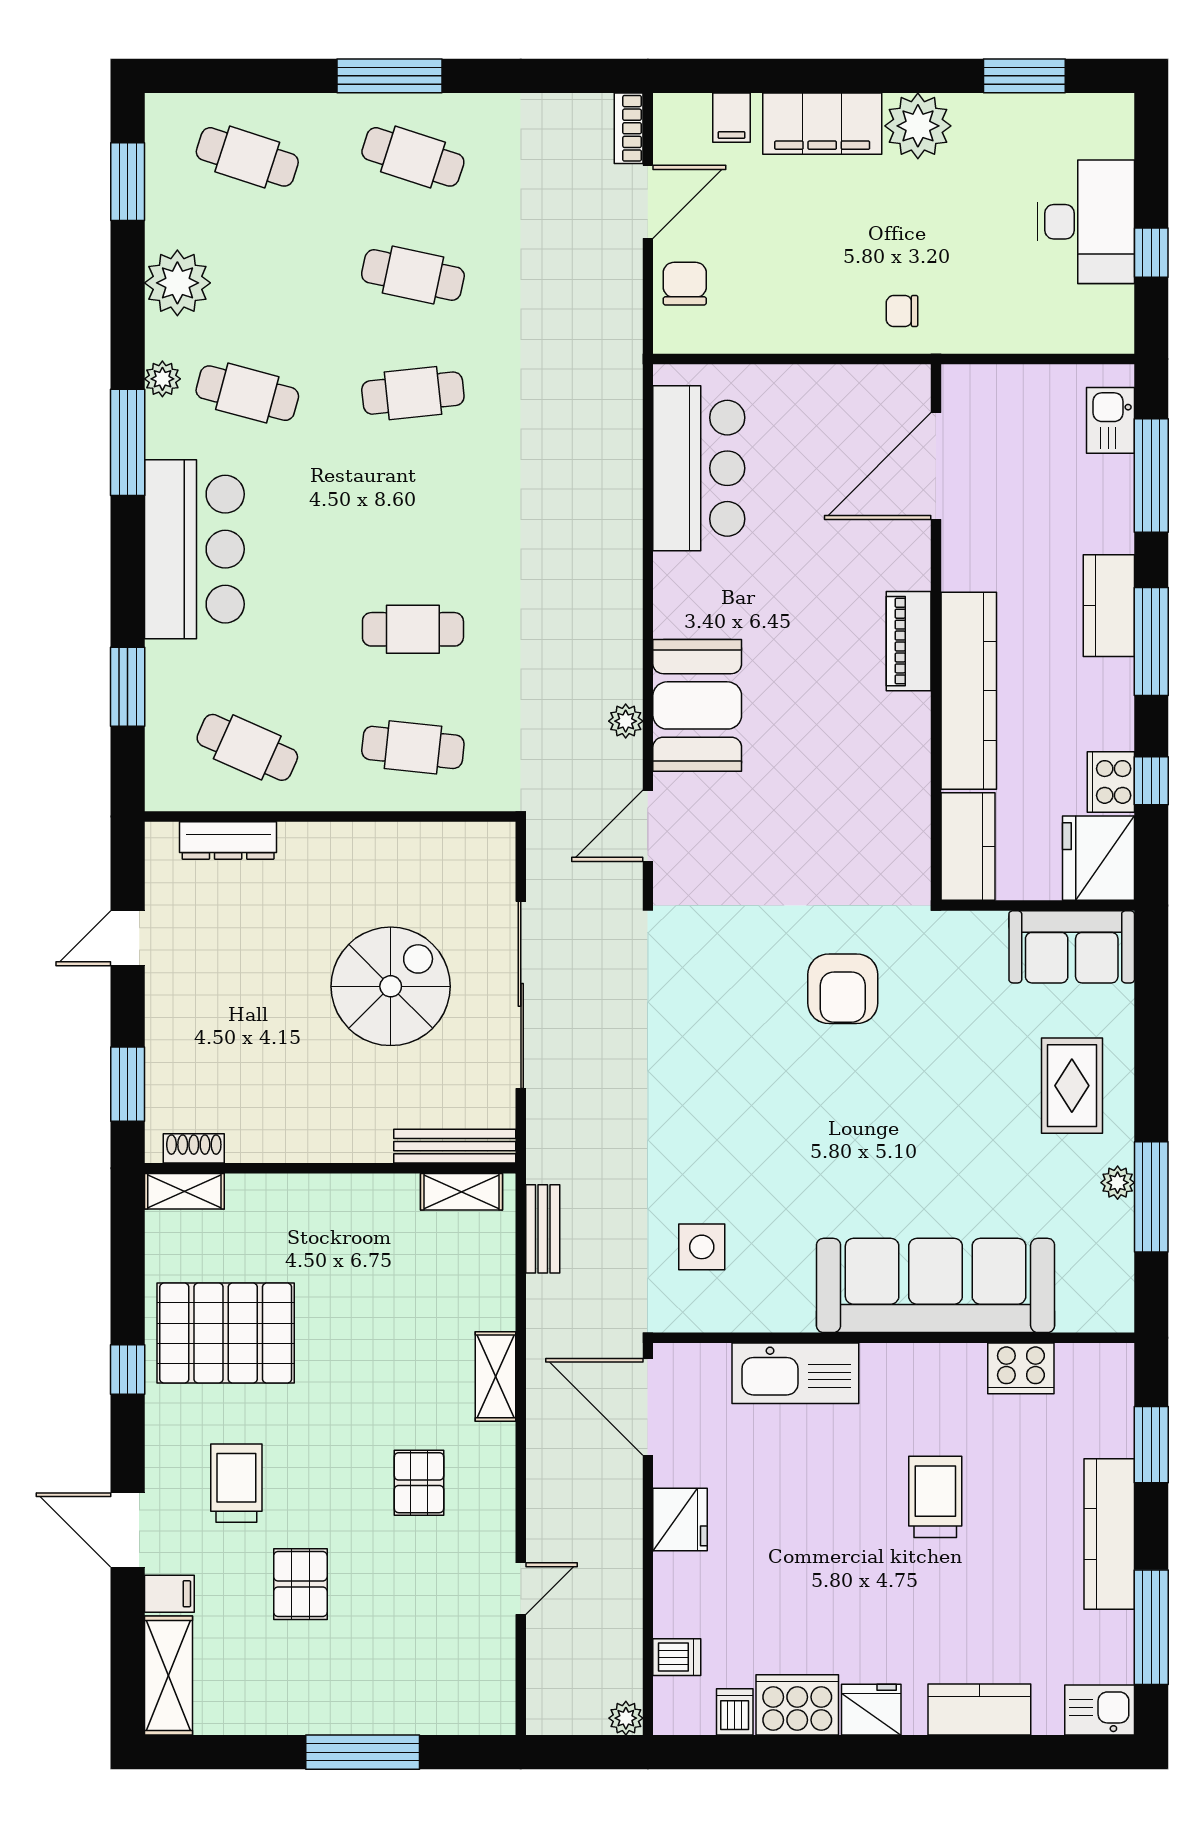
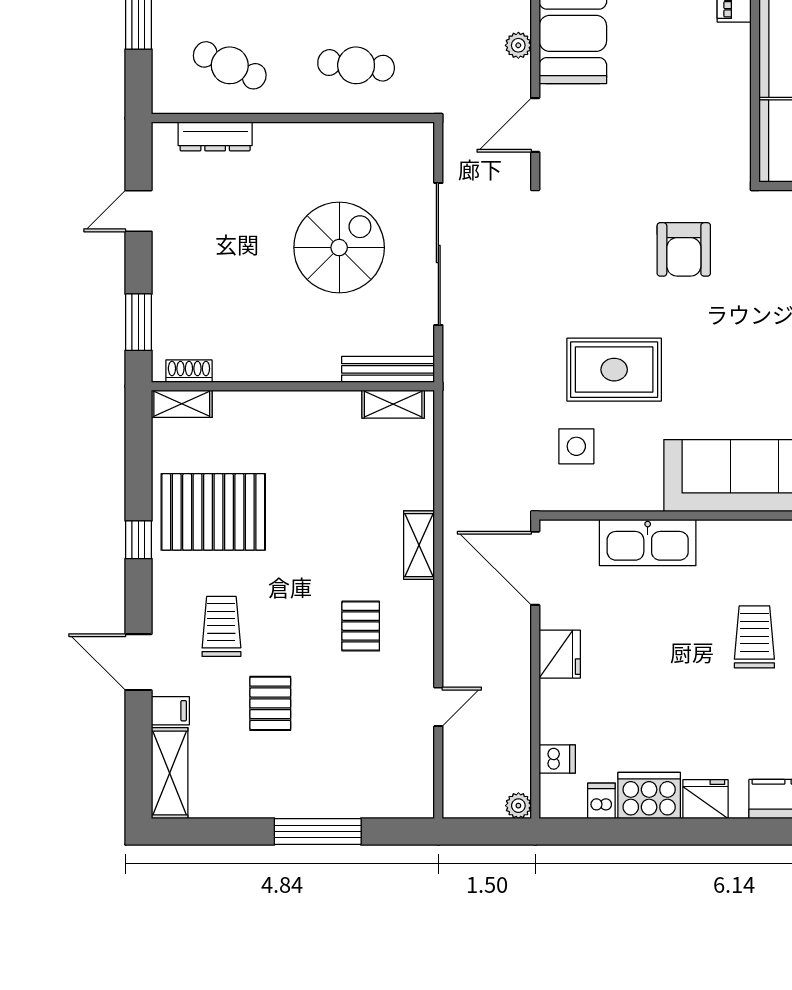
rug: (751, 1146) -> (614, 370), added
bench: (543, 1229) -> (455, 433), removed

